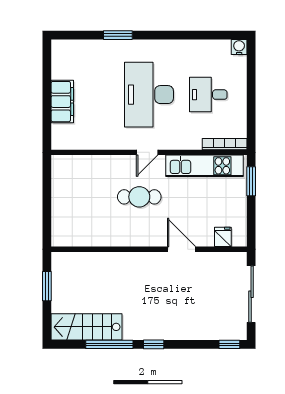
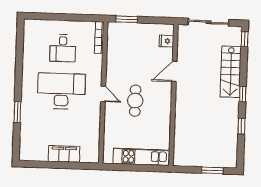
water cooler: (239, 47) -> (29, 25), removed
desk: (149, 95) -> (61, 91), turned 180
kitchen unit: (204, 166) -> (141, 157), moved, turned -90
window: (47, 286) -> (212, 170), moved
stairs: (87, 327) -> (231, 72), moved
window: (109, 344) -> (241, 126), width x0.46

